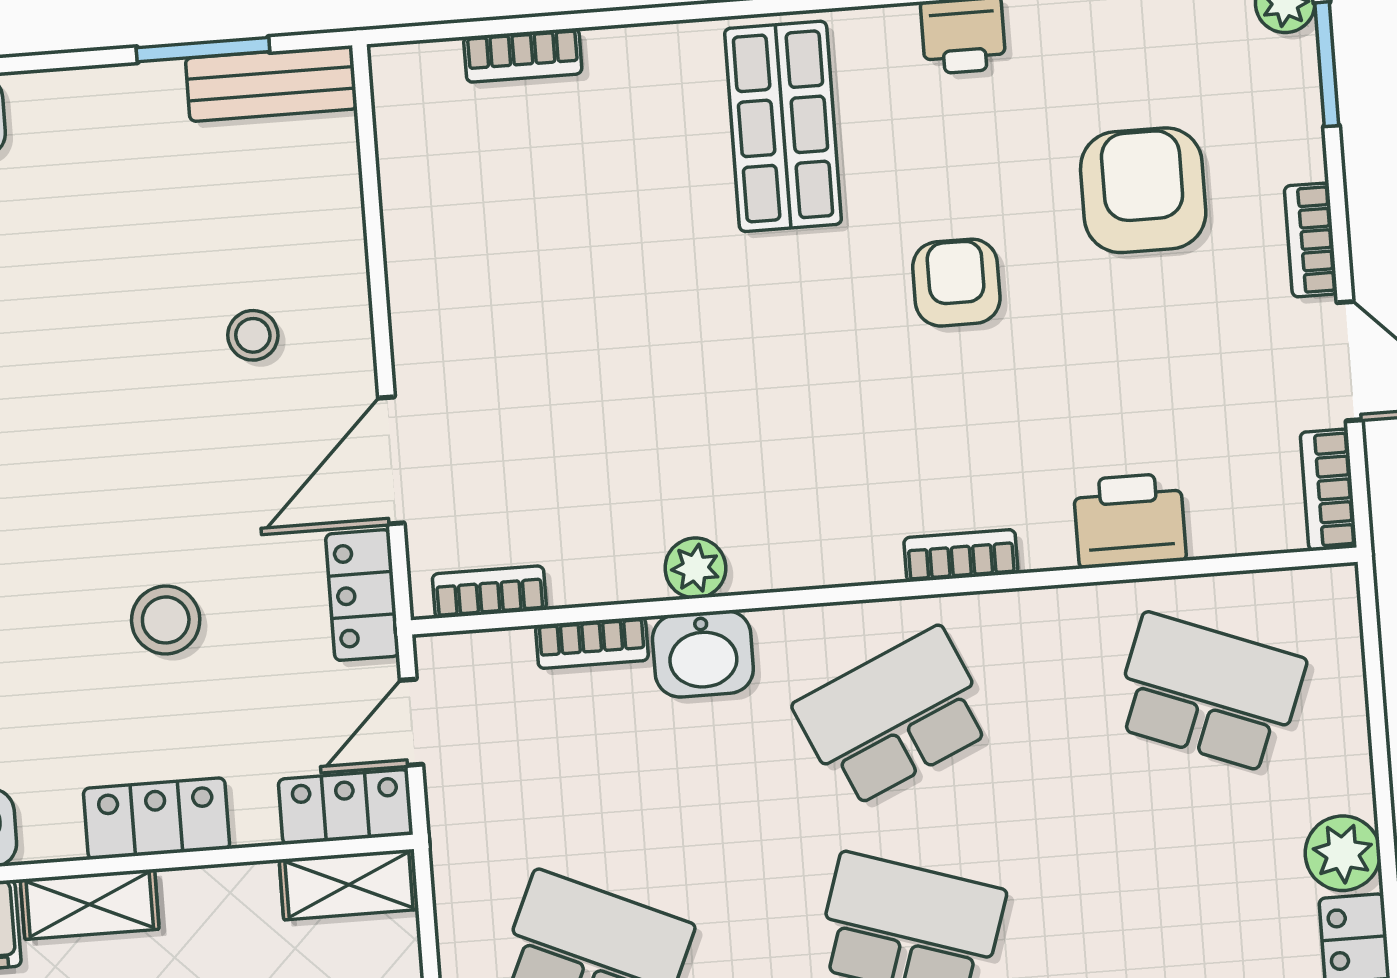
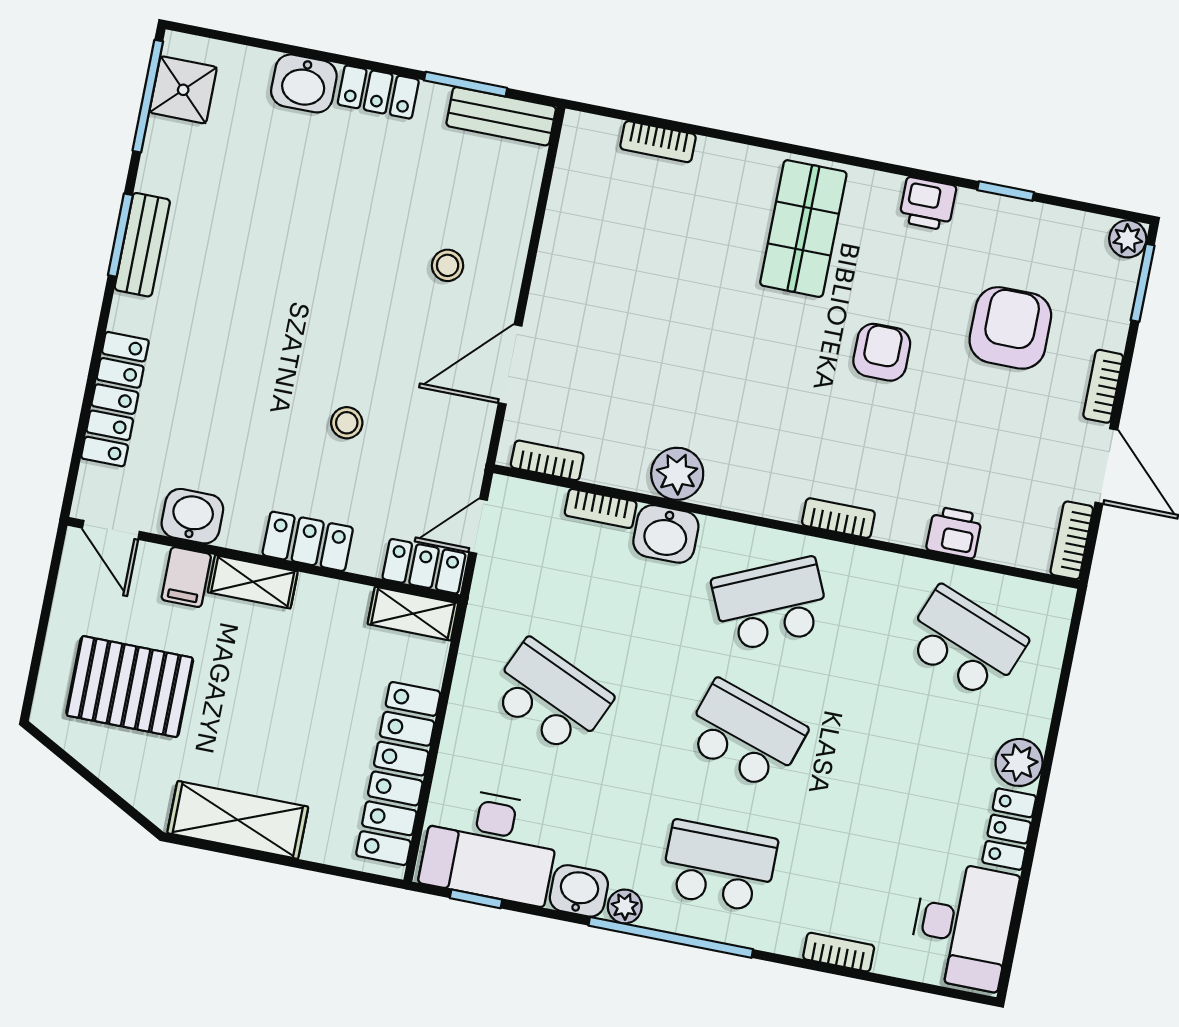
printer: (1130, 521) -> (954, 532), width x0.73, depth x0.81
plant: (695, 568) -> (677, 474), width x1.38, depth x1.38
locker: (362, 595) -> (378, 92), moved, turned -90
stool: (166, 620) -> (347, 423), width x0.73, depth x0.73

